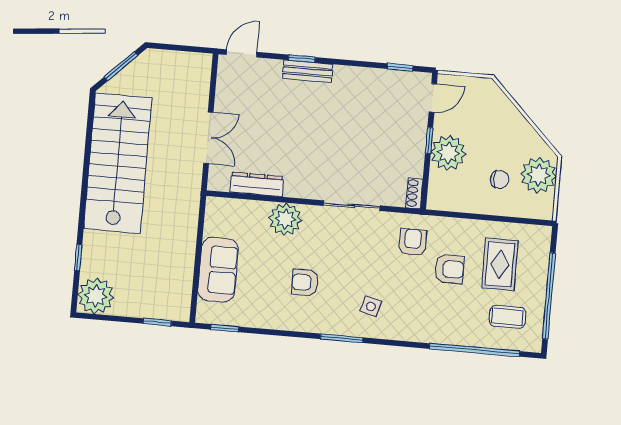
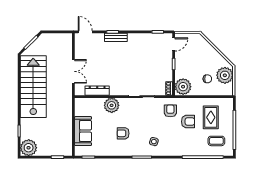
door: (242, 53) -> (85, 32), hinge flipped
plant: (449, 153) -> (183, 87), moved

